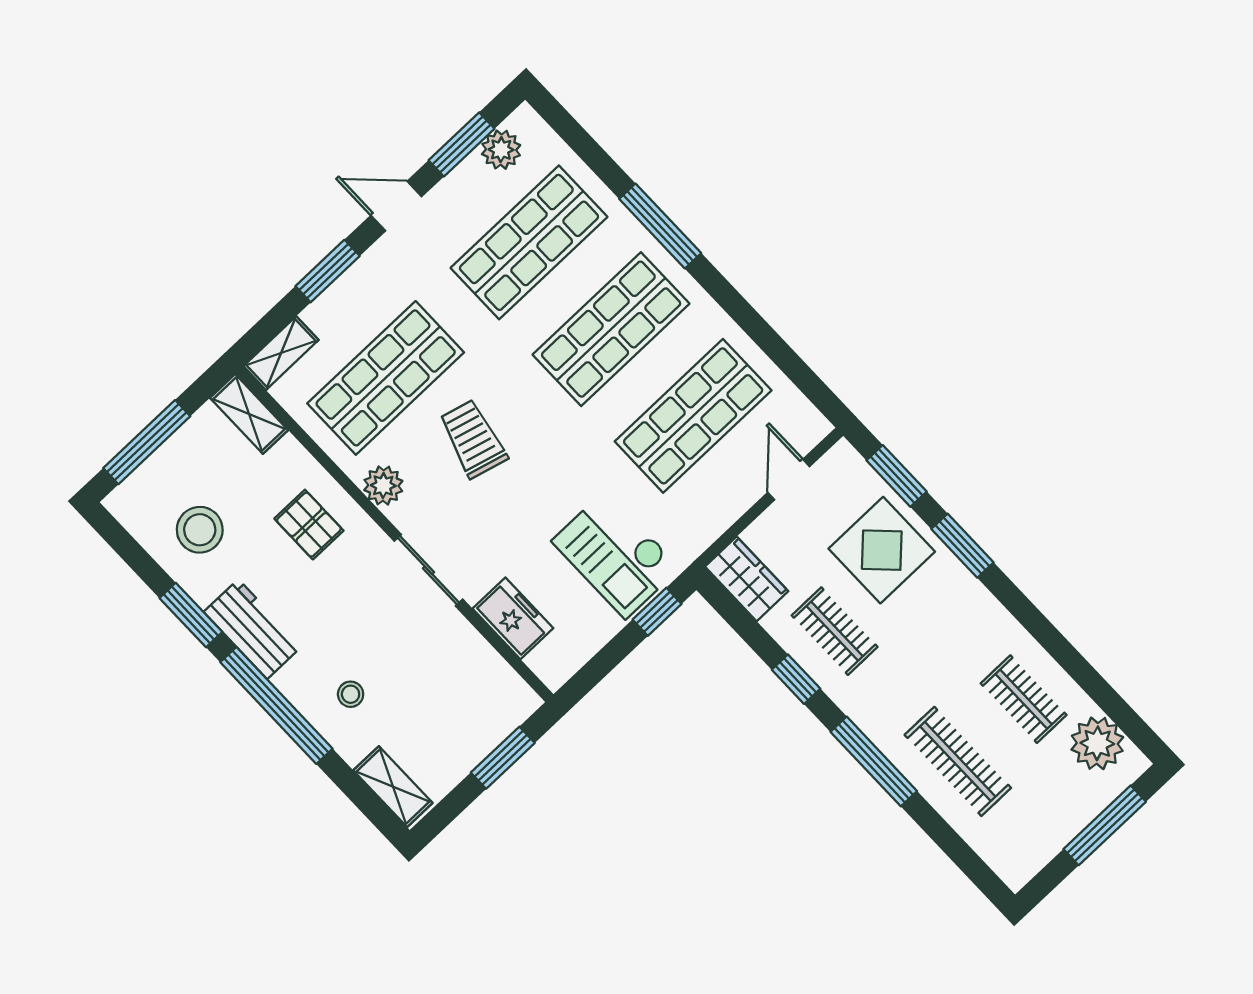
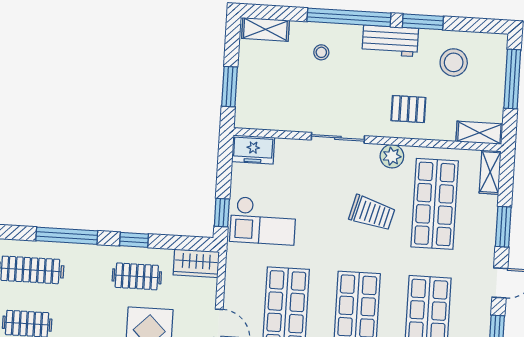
checkout: (616, 554) -> (263, 221), turned 180
freezer: (513, 618) -> (253, 149), moved

